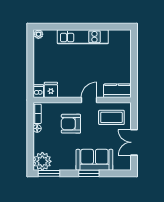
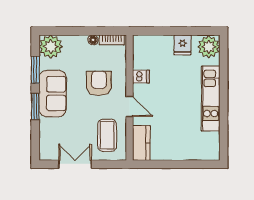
plant: (38, 34) -> (209, 47), width x1.88, depth x1.88
fridge: (51, 90) -> (183, 45), moved, turned 90
dishwasher: (38, 91) -> (141, 77), moved
sofa: (94, 160) -> (53, 94), moved
window: (49, 173) -> (35, 70), moved

